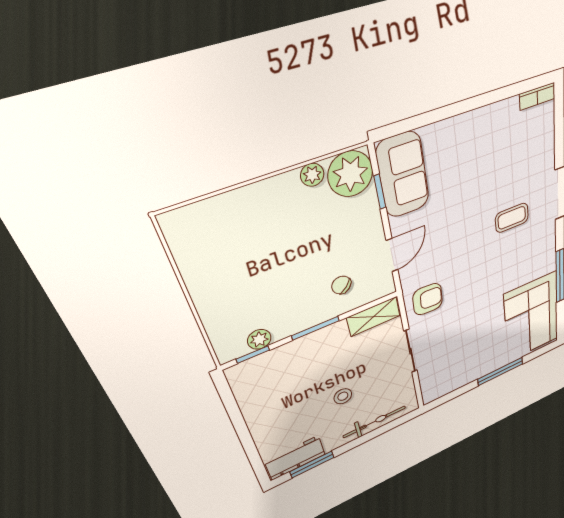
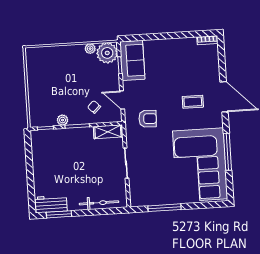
door: (392, 255) -> (122, 100), swing flipped
armchair: (428, 299) -> (148, 119), moved
corner sofa: (532, 317) -> (200, 165), width x1.36, depth x1.36
plant: (259, 339) -> (63, 120), moved
window: (500, 371) -> (165, 208), moved
stool: (343, 396) -> (84, 175), removed

